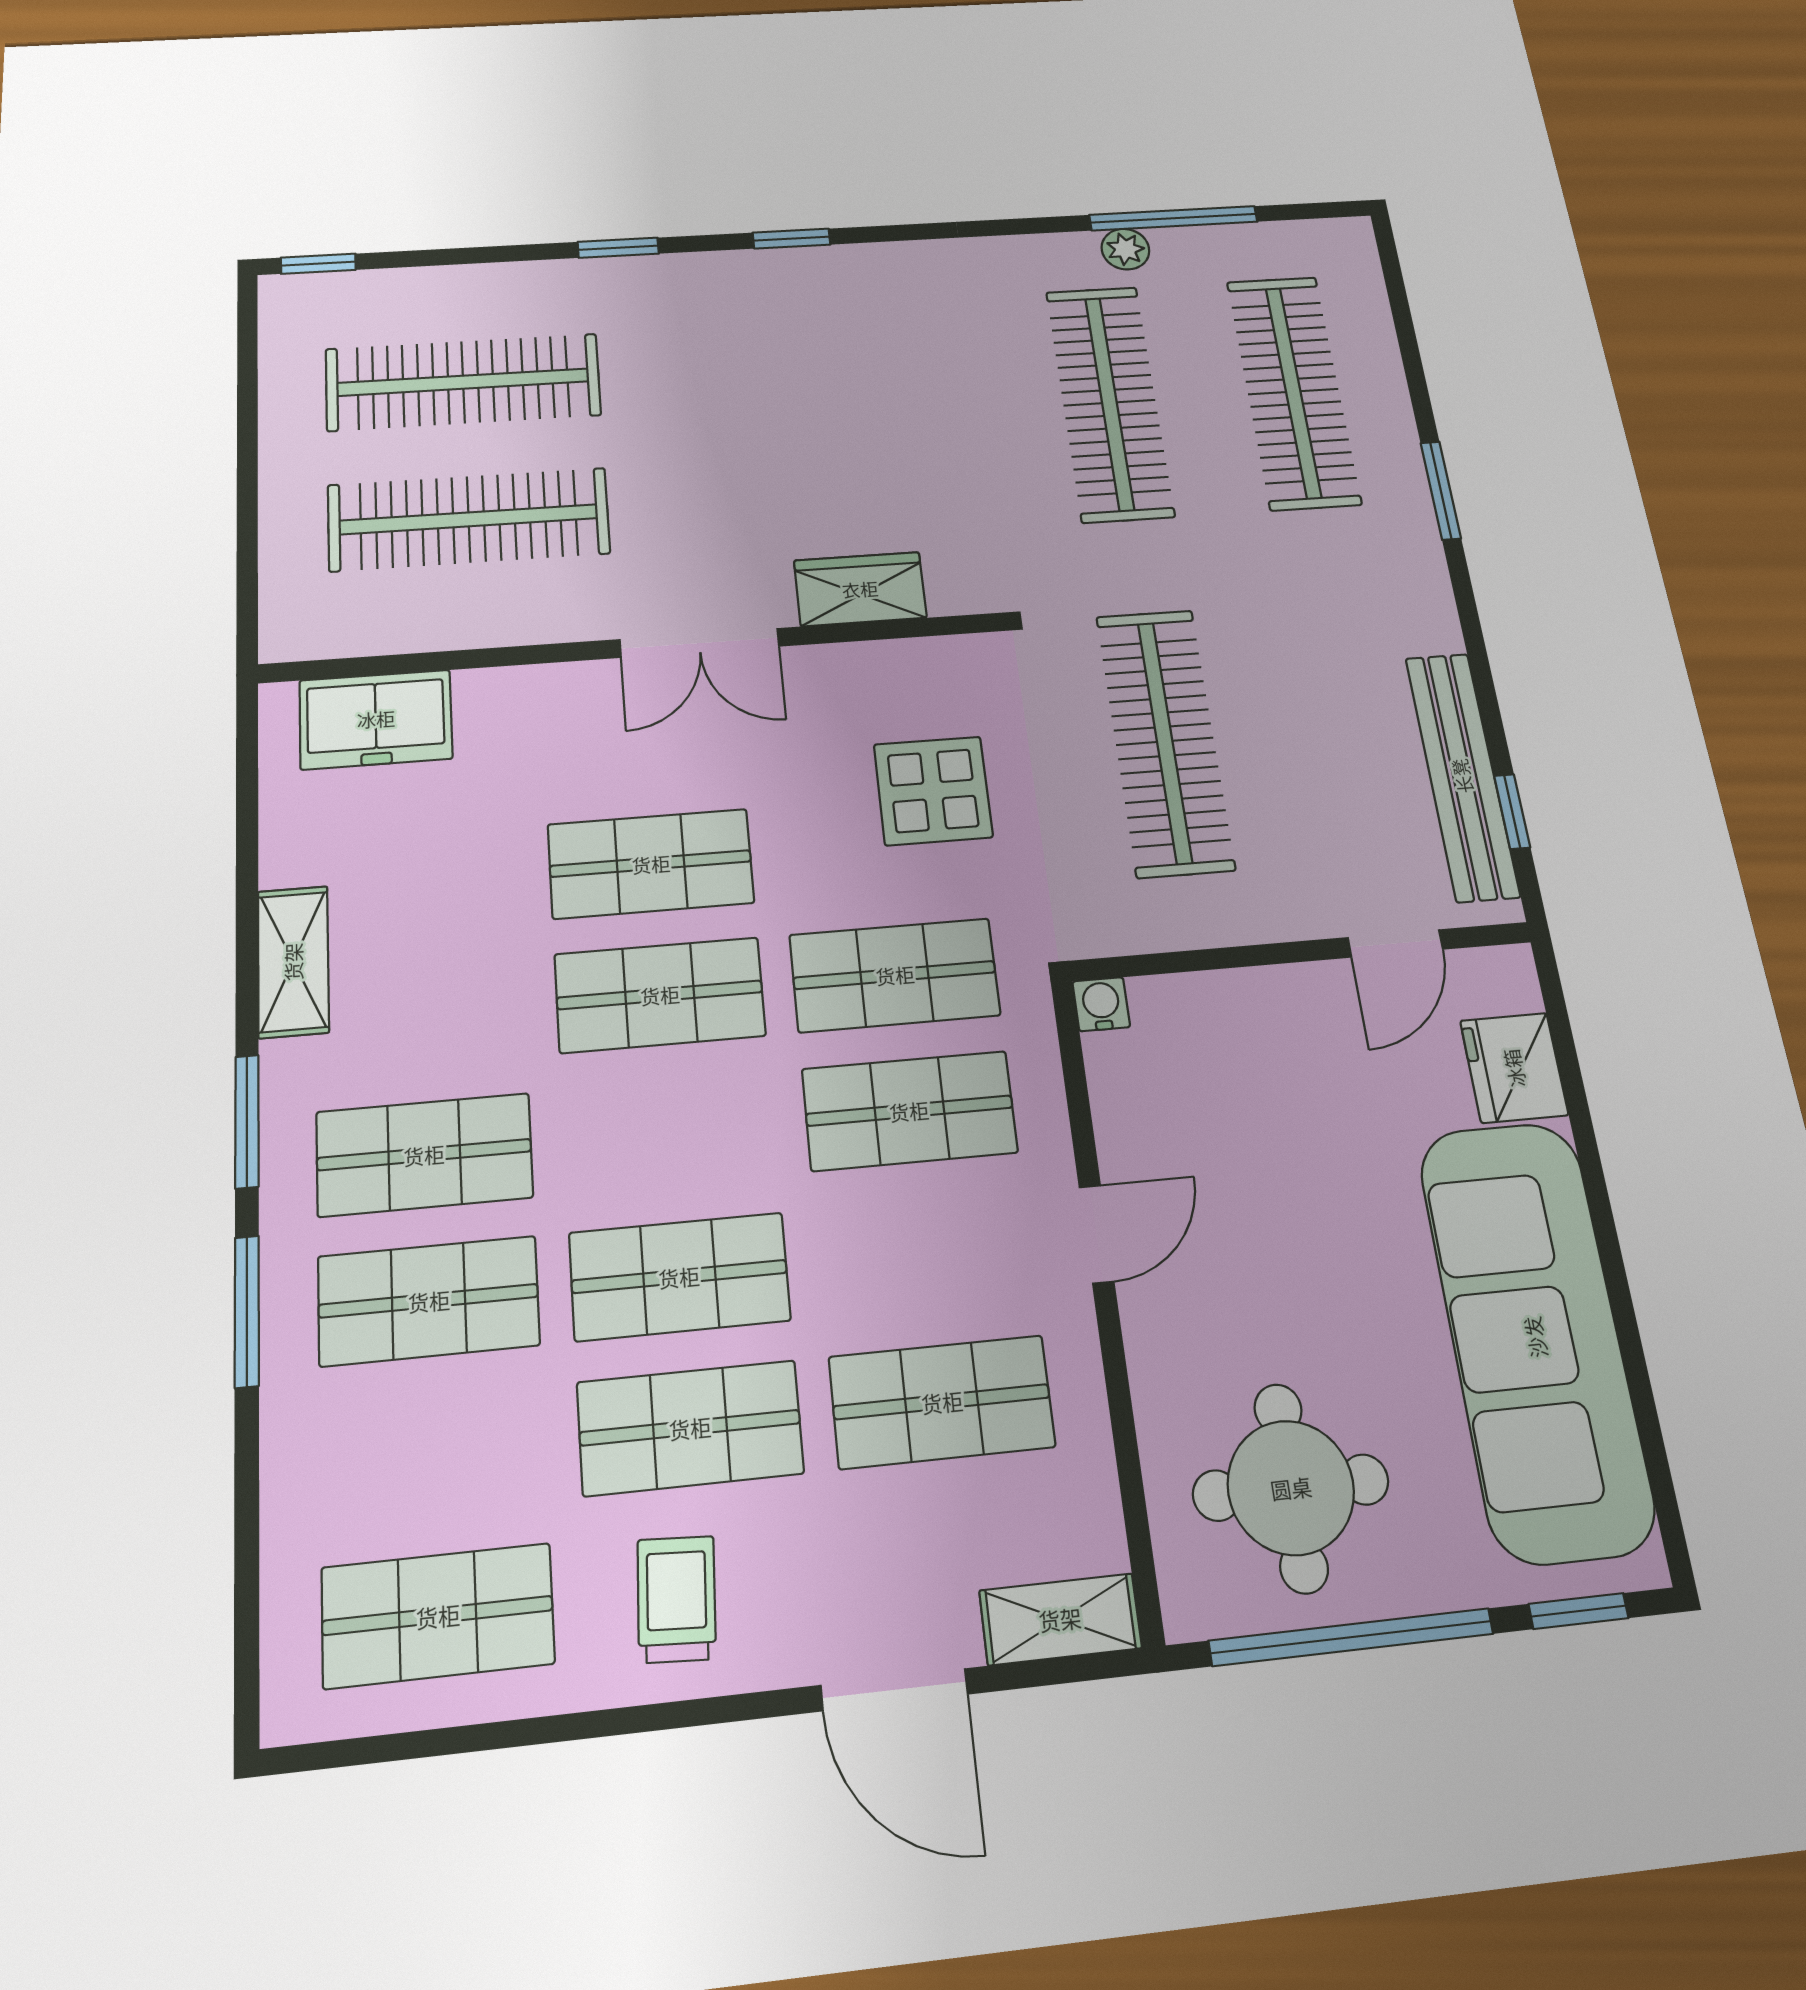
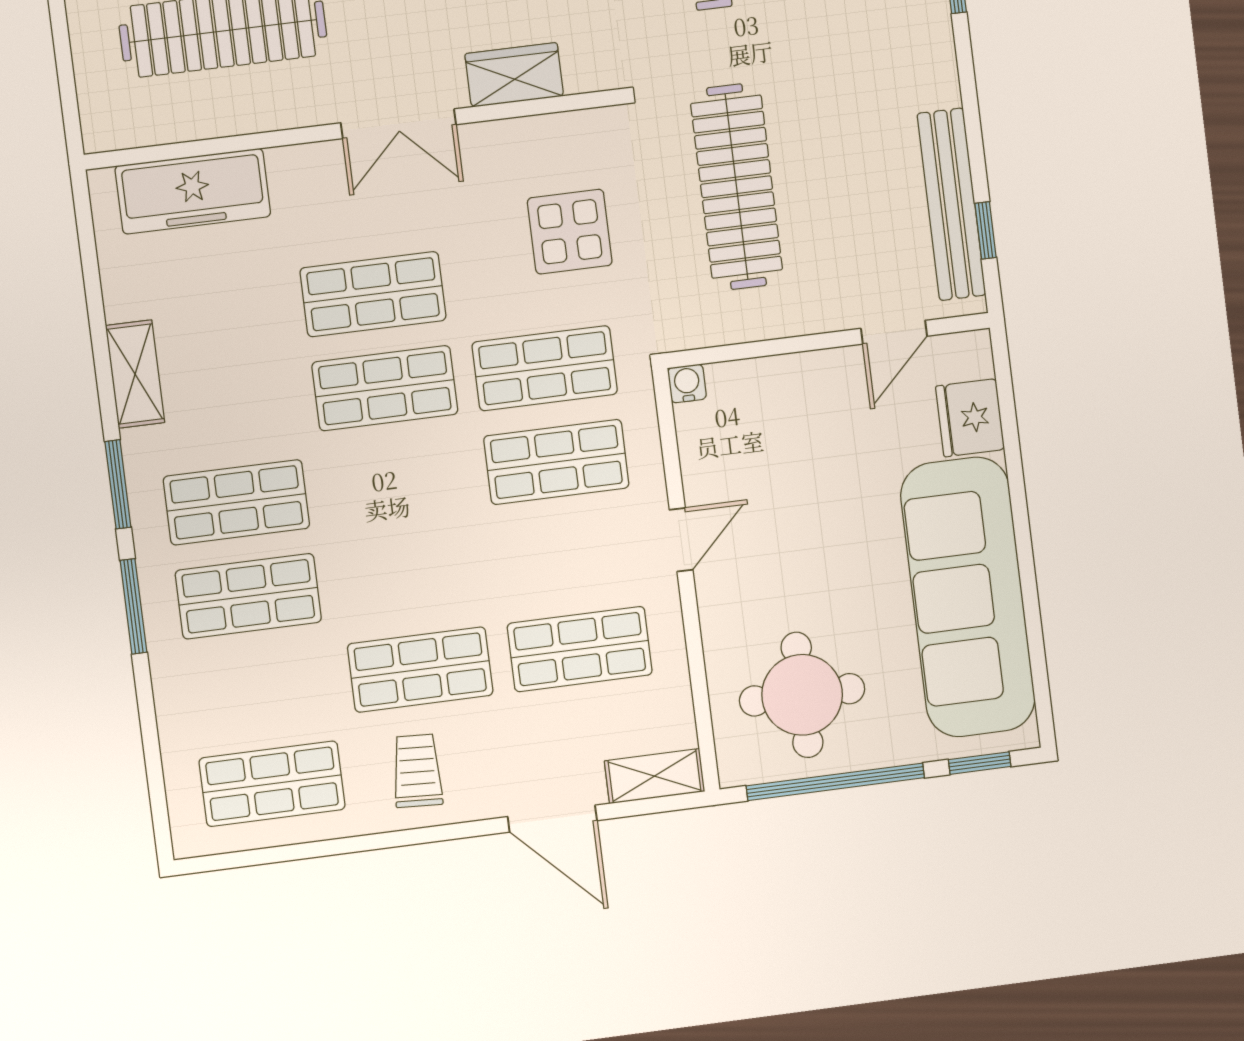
freezer: (376, 719) -> (193, 191), width x1.40
shop shelf: (679, 1277) -> (408, 576), removed

